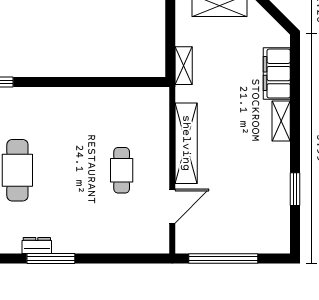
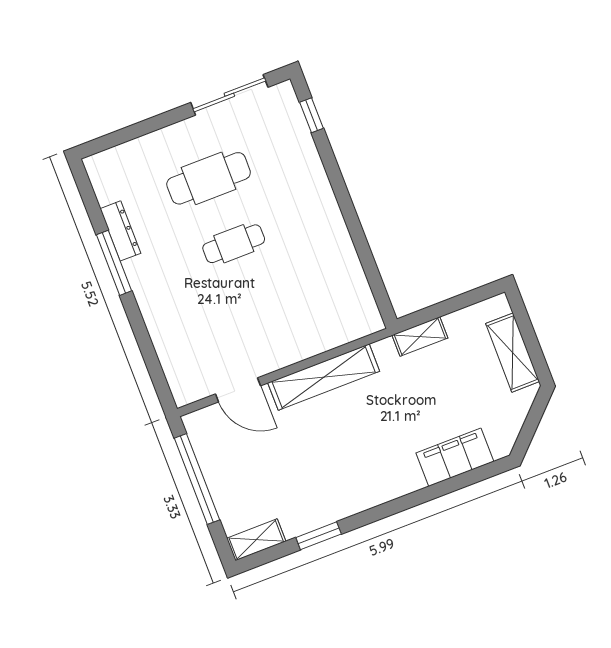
shelving: (281, 121) -> (256, 540), moved
cafe table: (122, 170) -> (234, 244), moved
dresser: (37, 246) -> (120, 231), width x1.44

